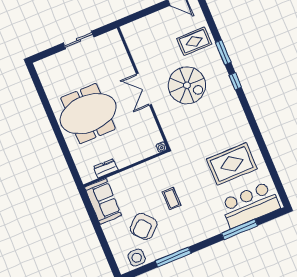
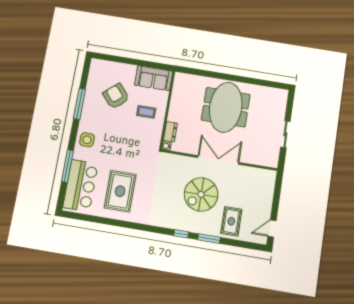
double door: (144, 89) -> (218, 160), width x1.37
dresser: (106, 168) -> (170, 132), moved
coffee table: (172, 199) -> (146, 112), moved
side table: (137, 258) -> (87, 140), moved

